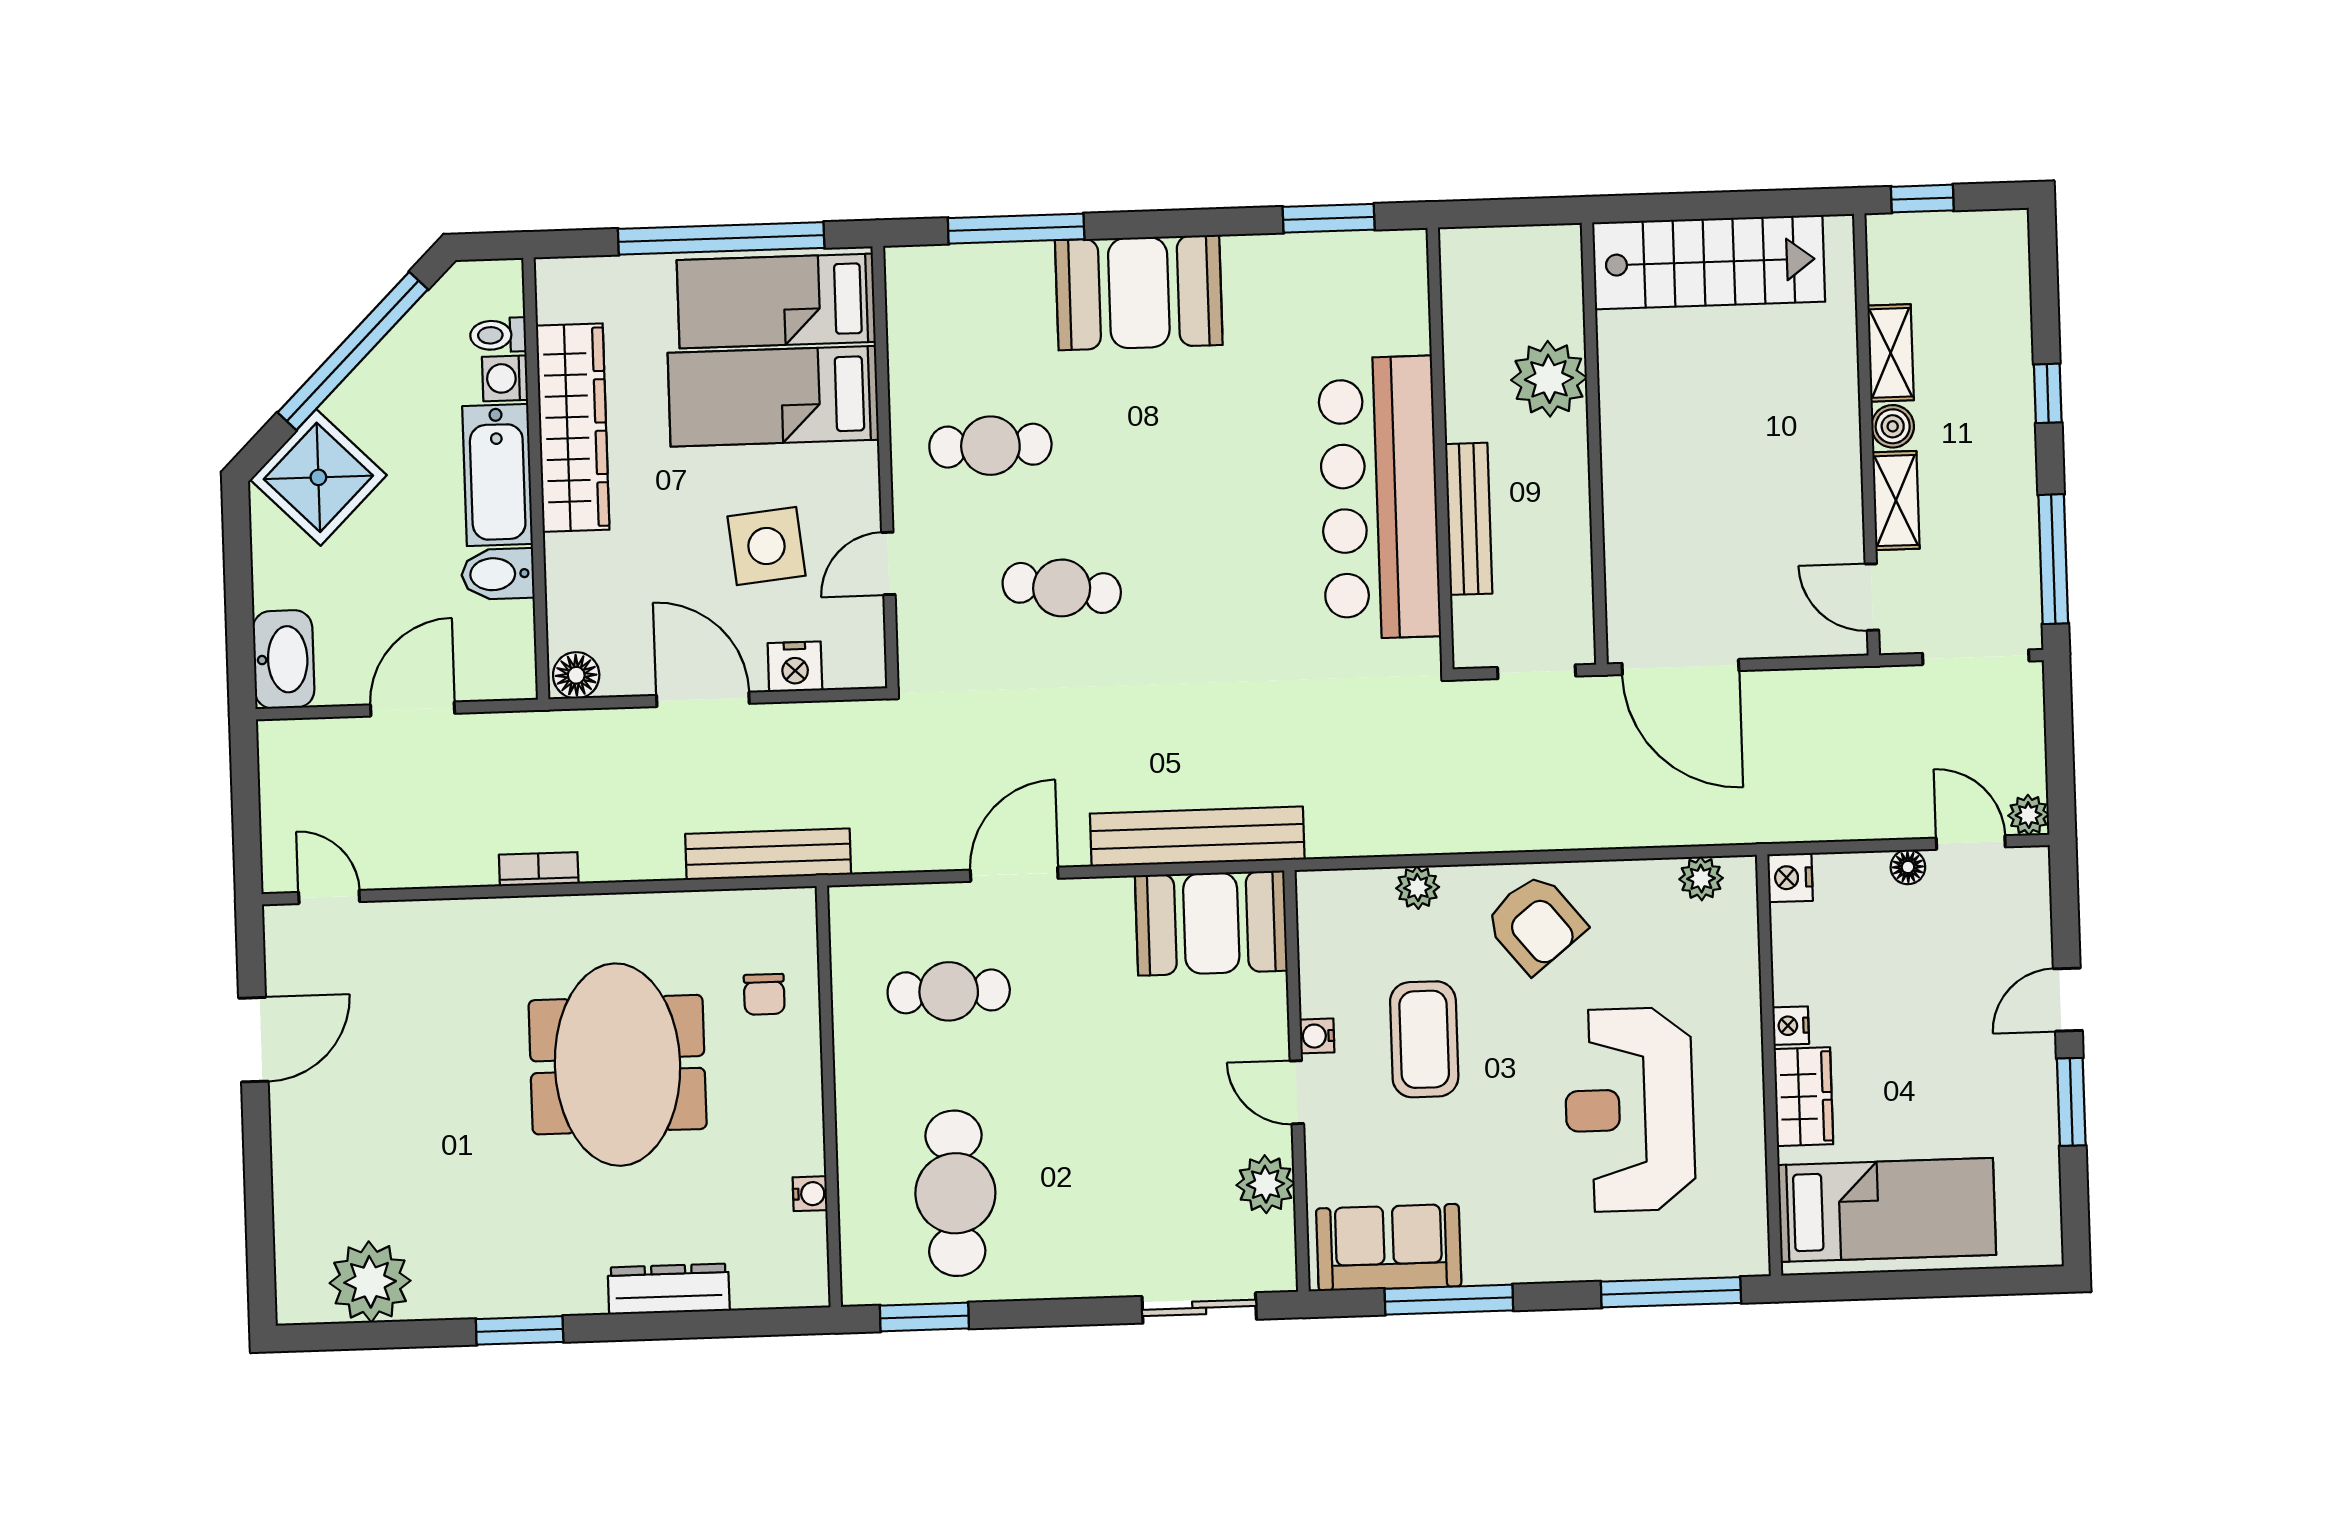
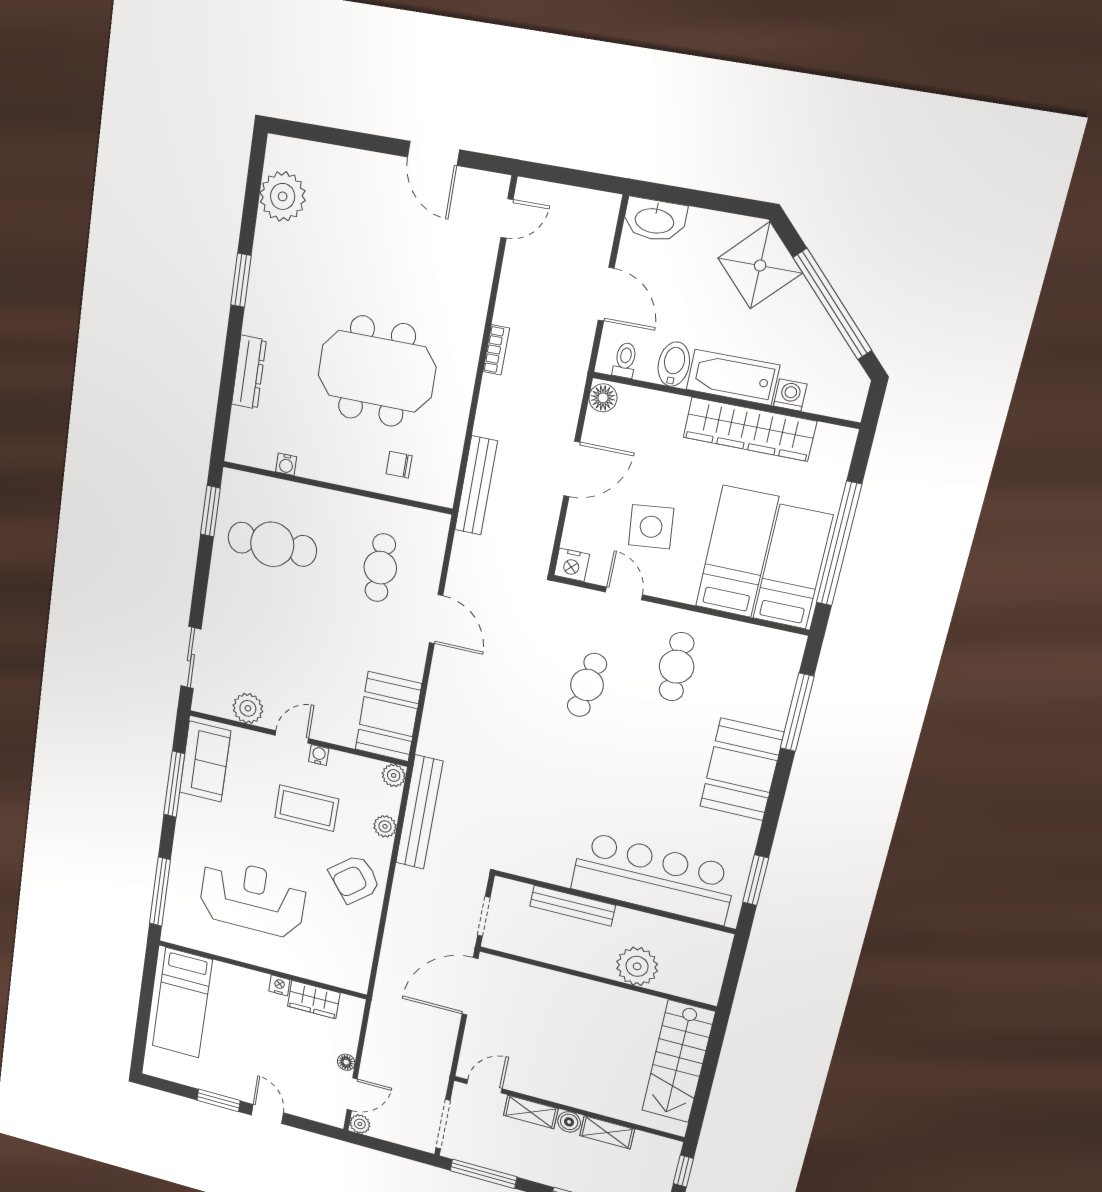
toilet: (498, 335) -> (625, 360), moved
bar counter: (1379, 498) -> (653, 878), moved
nightstand: (795, 667) -> (572, 565), moved, turned -90
bench: (1197, 837) -> (419, 812), moved
nightstand: (1790, 878) -> (352, 1007), removed
plant: (1701, 879) -> (394, 775), moved
wardrobe: (1803, 1097) -> (314, 1000), moved

